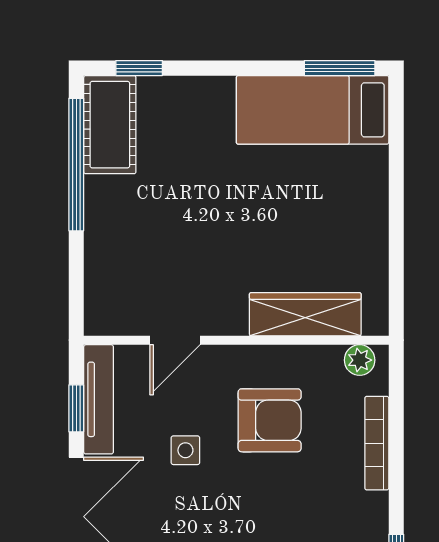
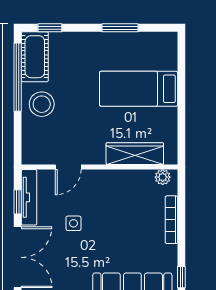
window: (340, 68) -> (120, 28), moved
bed: (313, 110) -> (139, 89), moved
stool: (123, 217) -> (42, 104), added
armchair: (270, 420) -> (117, 208), removed

